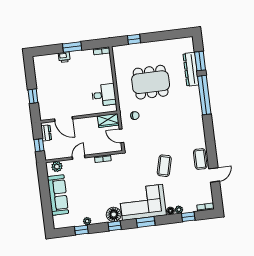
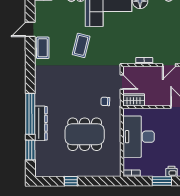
window: (134, 39) -> (71, 181), moved
dresser: (191, 69) -> (41, 123), moved
desk: (104, 95) -> (139, 137), width x1.87, depth x1.30

